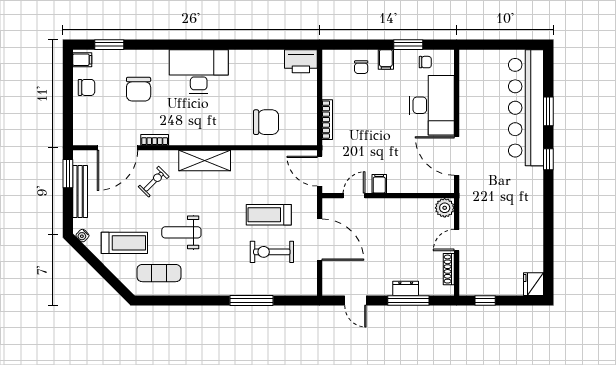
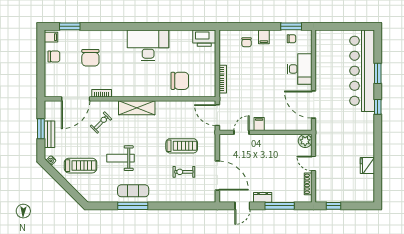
window: (408, 45) -> (291, 26), moved
desk: (199, 71) -> (148, 45), moved
desk: (432, 105) -> (300, 69), width x0.73, depth x0.77
window: (68, 174) -> (41, 129), moved
bench: (80, 191) -> (49, 134), width x0.73
treadmill: (269, 215) -> (182, 146), turned 180
door: (320, 240) -> (217, 176), moved
door: (457, 240) -> (314, 164), hinge flipped
exercise bike: (272, 252) -> (184, 172), width x0.73, depth x0.72
exercise mat: (159, 273) -> (133, 191), moved
fridge: (533, 284) -> (367, 165), moved
dresser: (406, 288) -> (263, 197), moved
window: (252, 300) -> (133, 206), moved
door: (355, 300) -> (242, 206), hinge flipped

